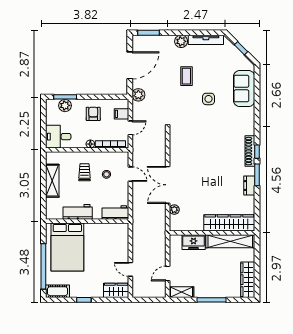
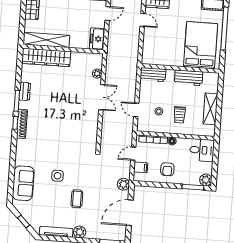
plant: (65, 105) -> (206, 180), moved
double door: (168, 185) -> (102, 97), width x0.73
freezer: (194, 242) -> (97, 39), moved, turned -90

